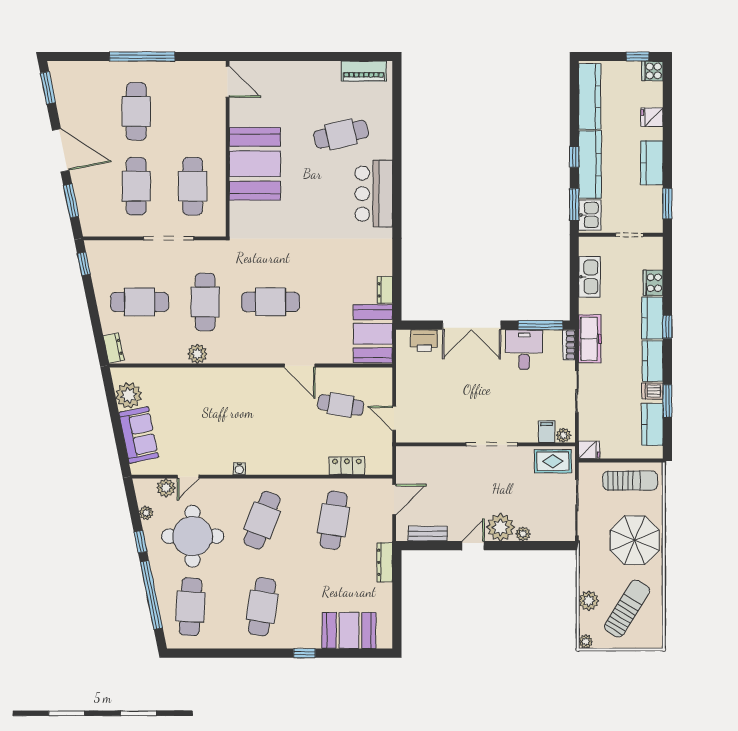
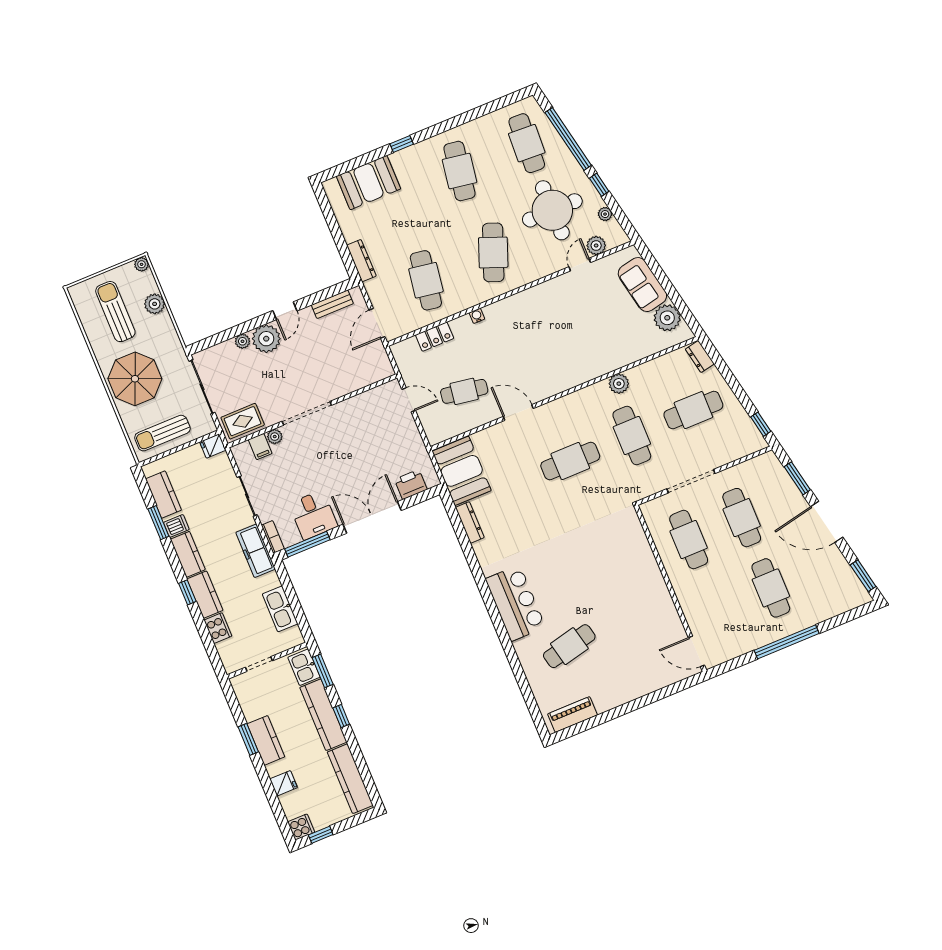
booth: (255, 164) -> (639, 585), removed
window: (667, 204) -> (248, 739), moved
dresser: (385, 290) -> (470, 522), width x1.44
plant: (563, 435) -> (275, 437), moved
water cooler: (239, 469) -> (477, 316), moved
sun lounger: (627, 609) -> (115, 312), turned 148

